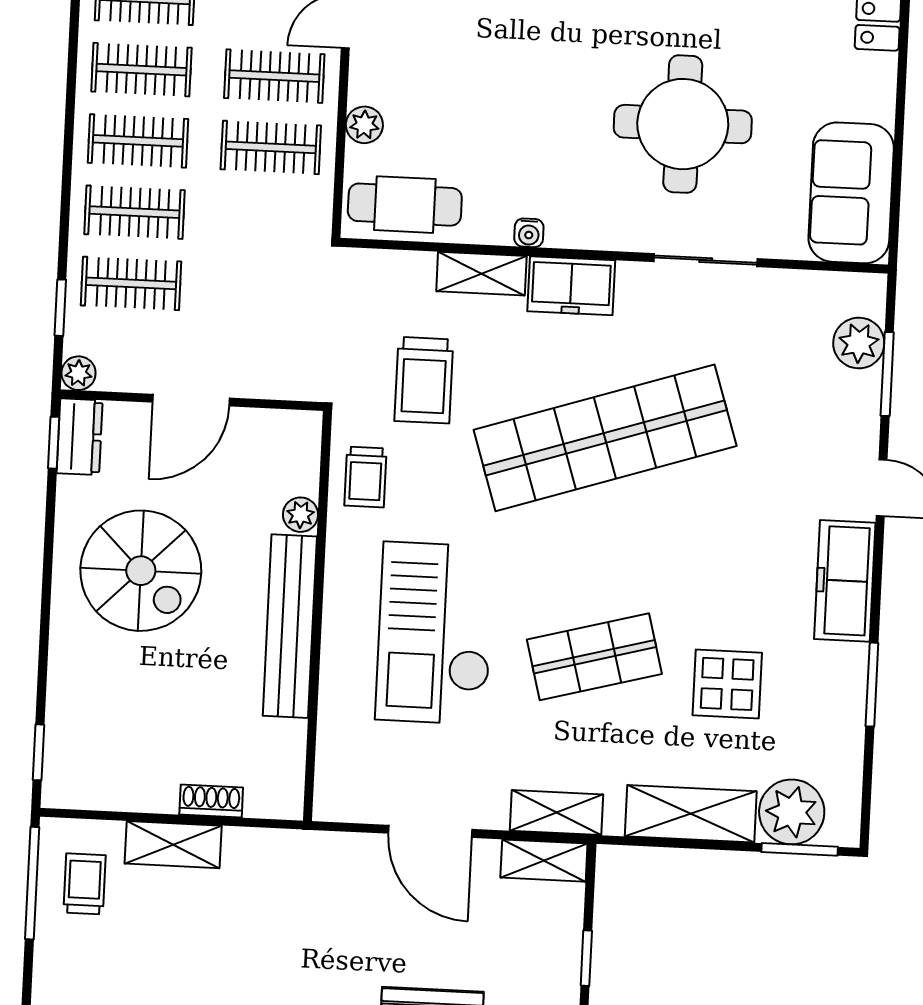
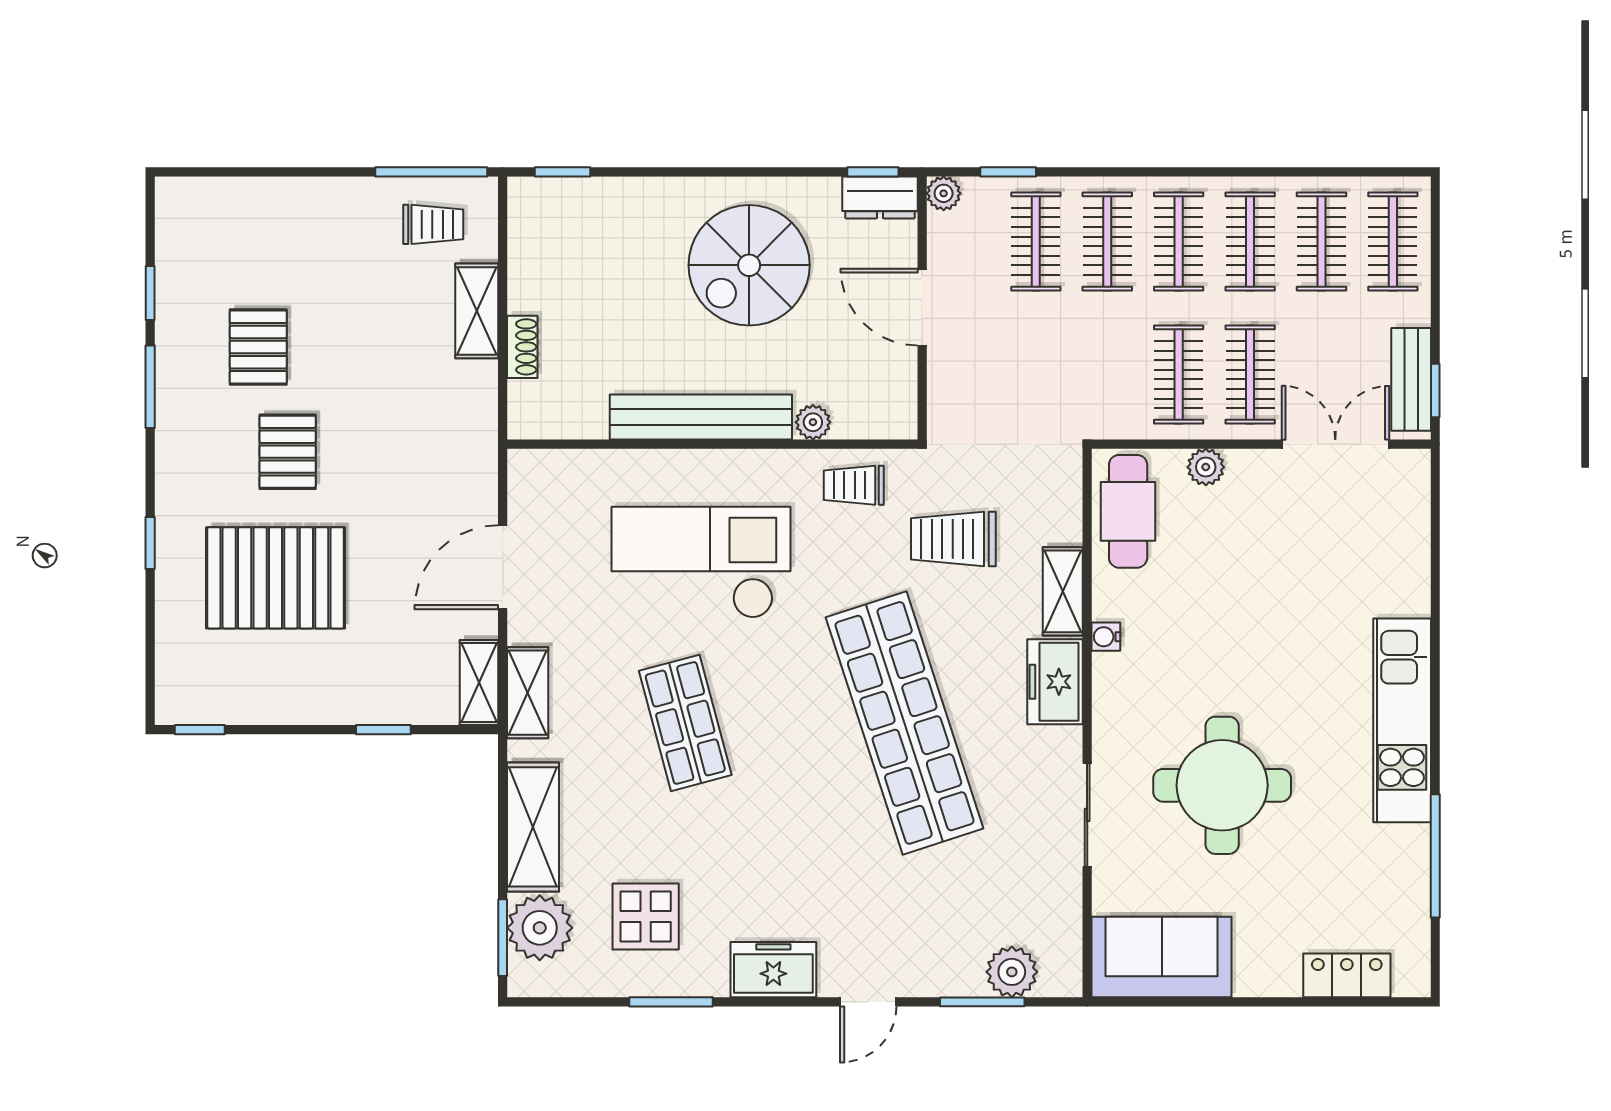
freezer: (845, 581) -> (773, 970), width x0.71
display table: (727, 684) -> (646, 916), moved

